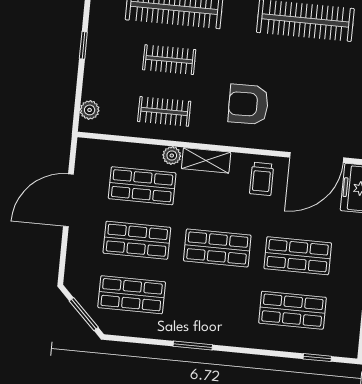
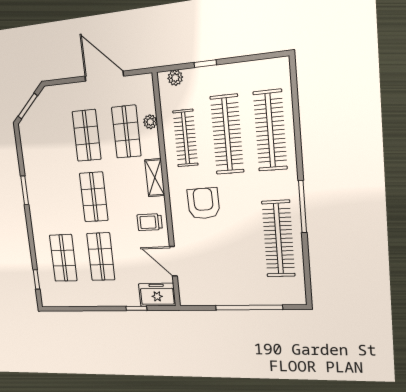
window: (83, 45) -> (205, 64), moved
clothes rail: (169, 60) -> (227, 134), width x1.86, depth x1.31
clothes rail: (164, 111) -> (185, 138), width x1.36
plant: (172, 156) -> (150, 122), moved
door: (317, 158) -> (173, 261), width x0.73
shop shelf: (132, 295) -> (48, 139), removed

